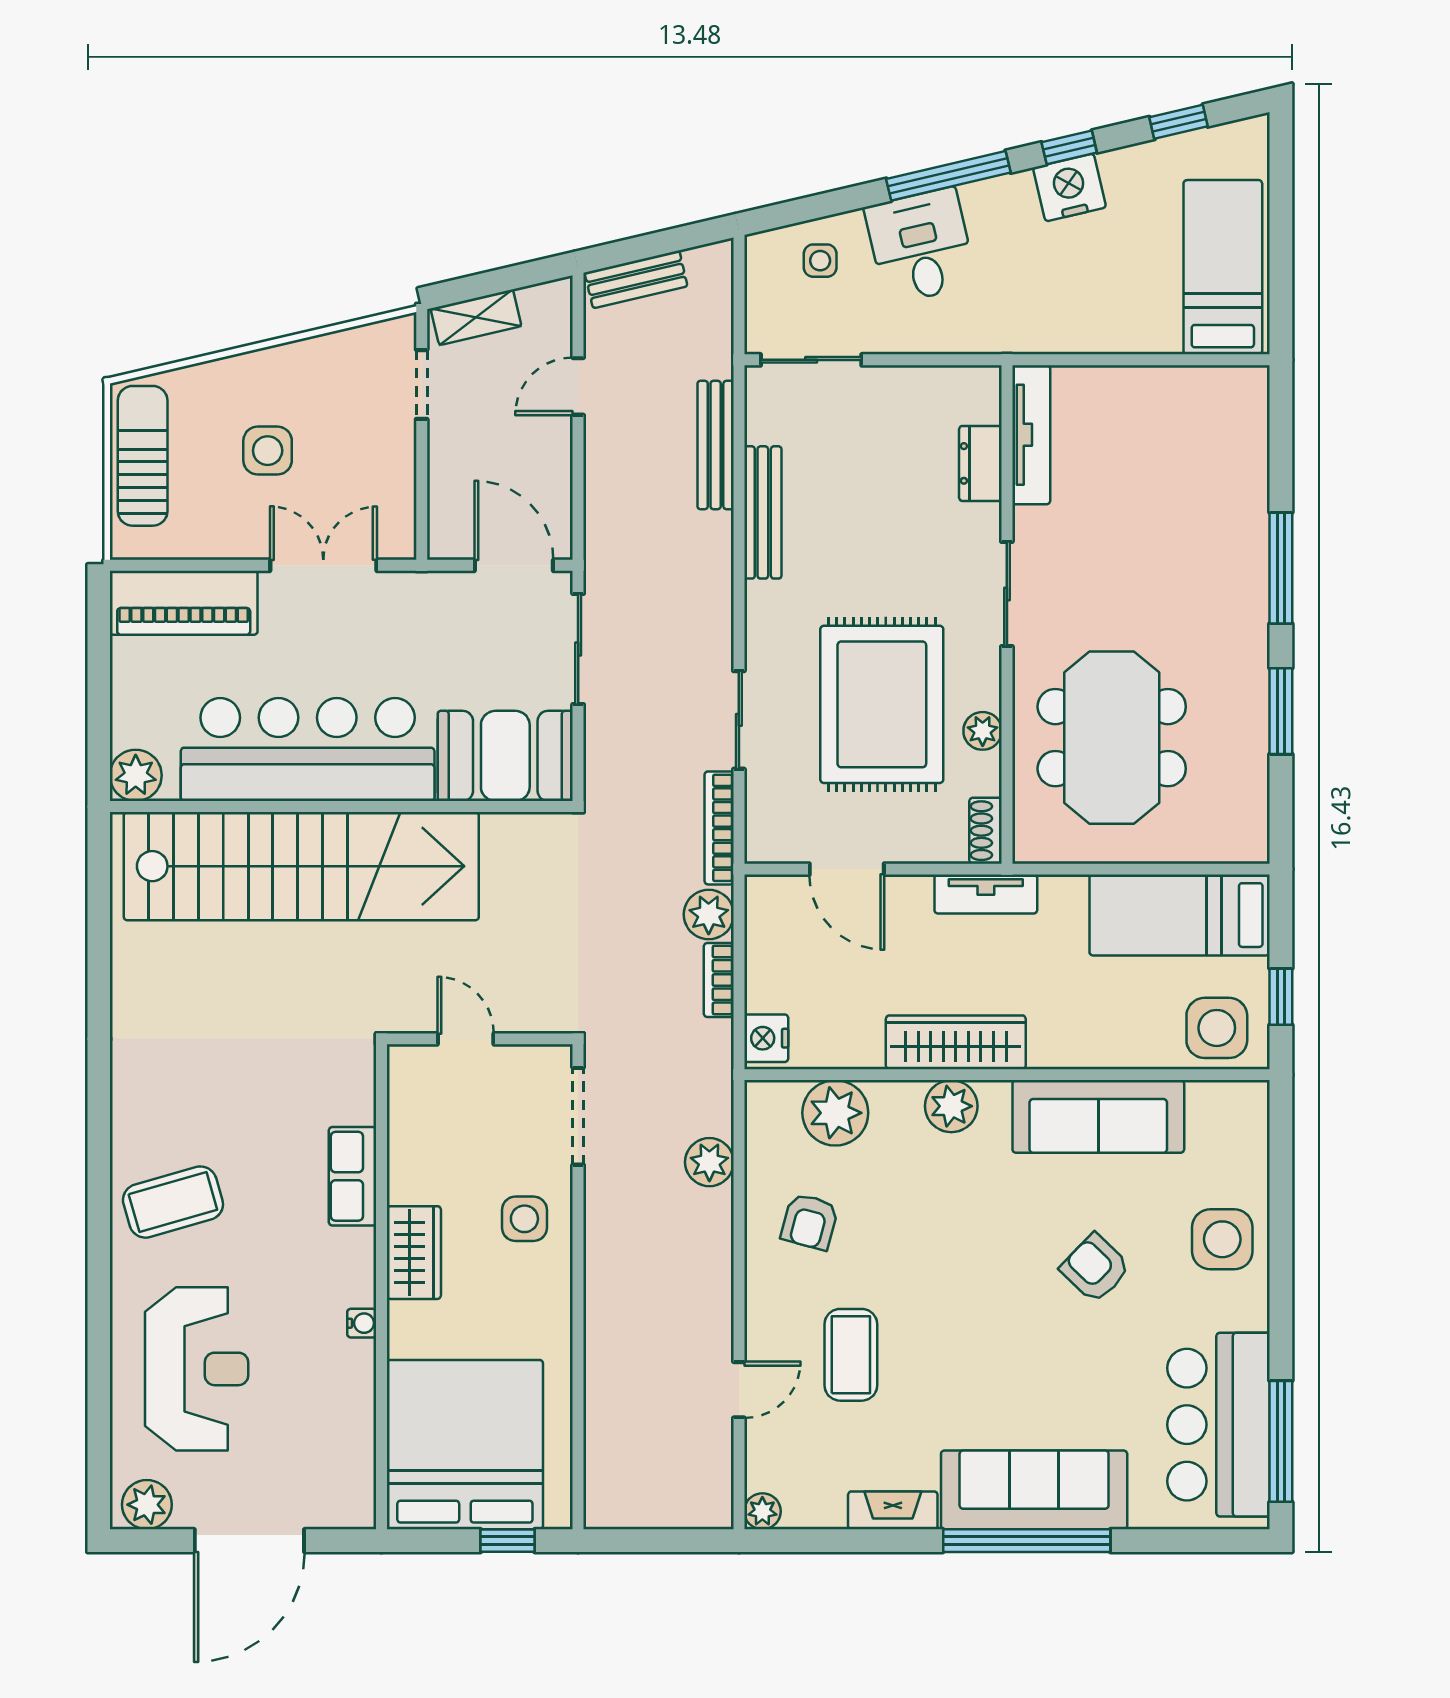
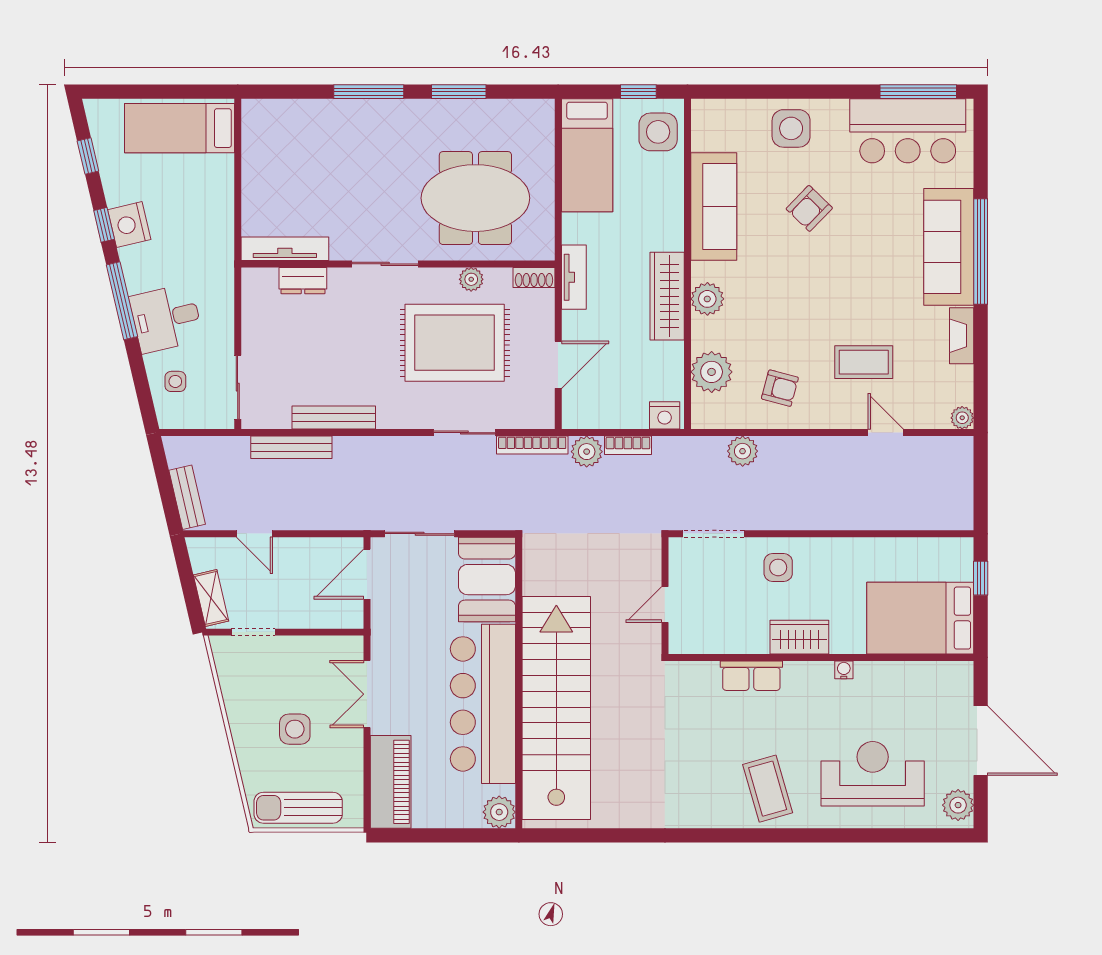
bed: (465, 1445) -> (920, 618), width x0.73

